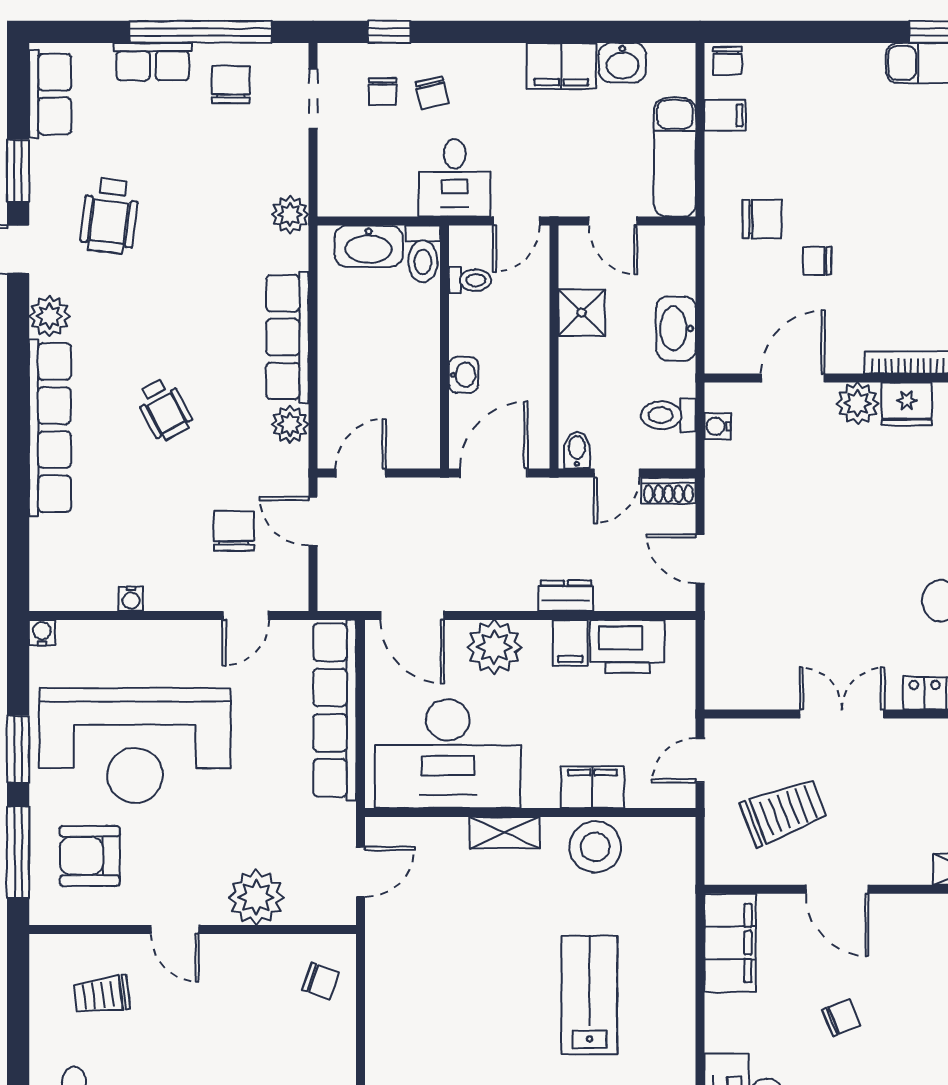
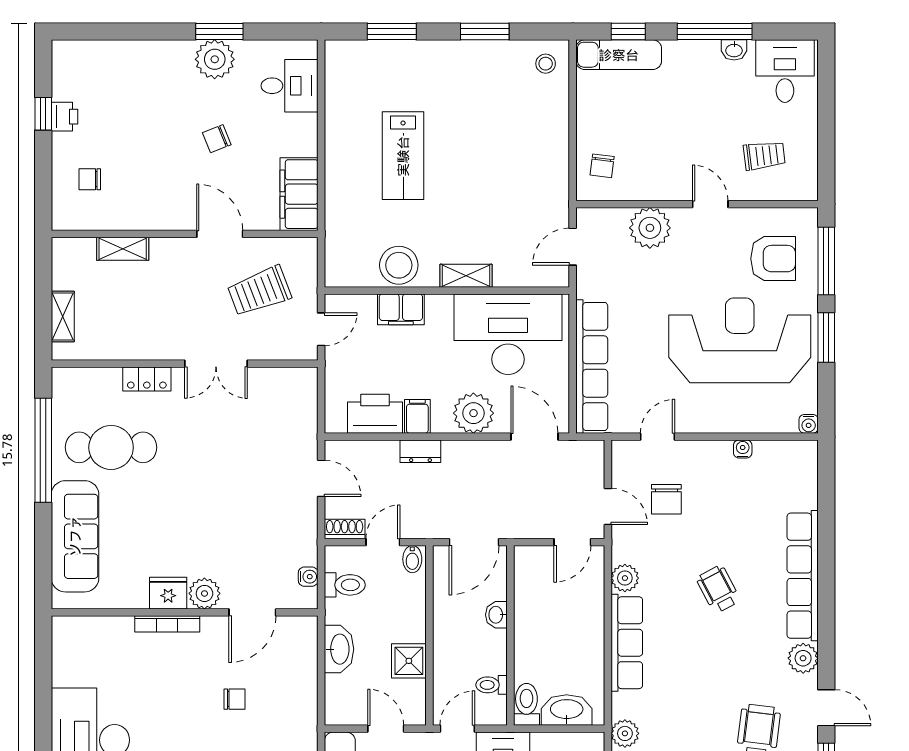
chair: (762, 219) -> (275, 730), removed
chair: (321, 981) -> (602, 166), turned -102

